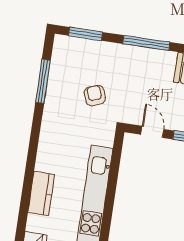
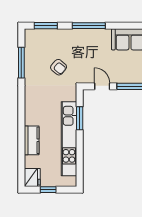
armchair: (95, 96) -> (59, 67), turned 150
window: (114, 172) -> (80, 118), added

